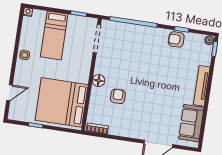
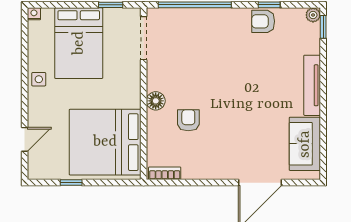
bed: (54, 35) -> (79, 43), width x1.50

